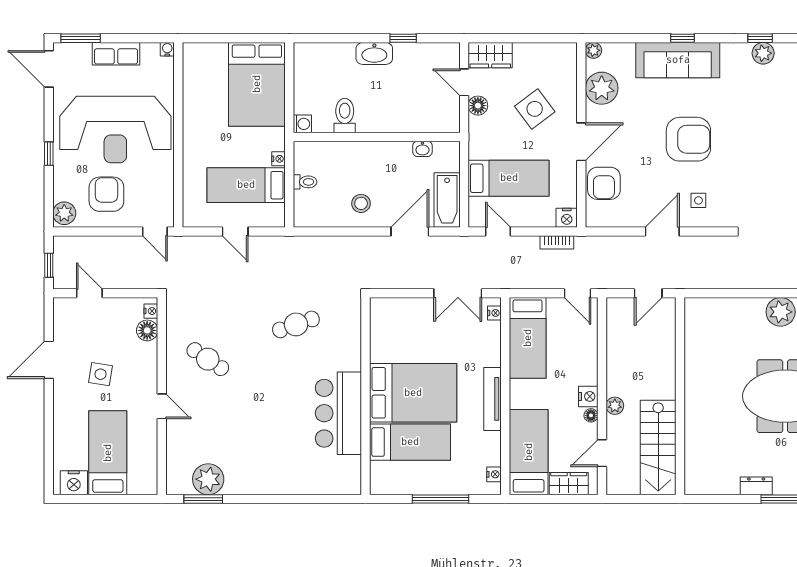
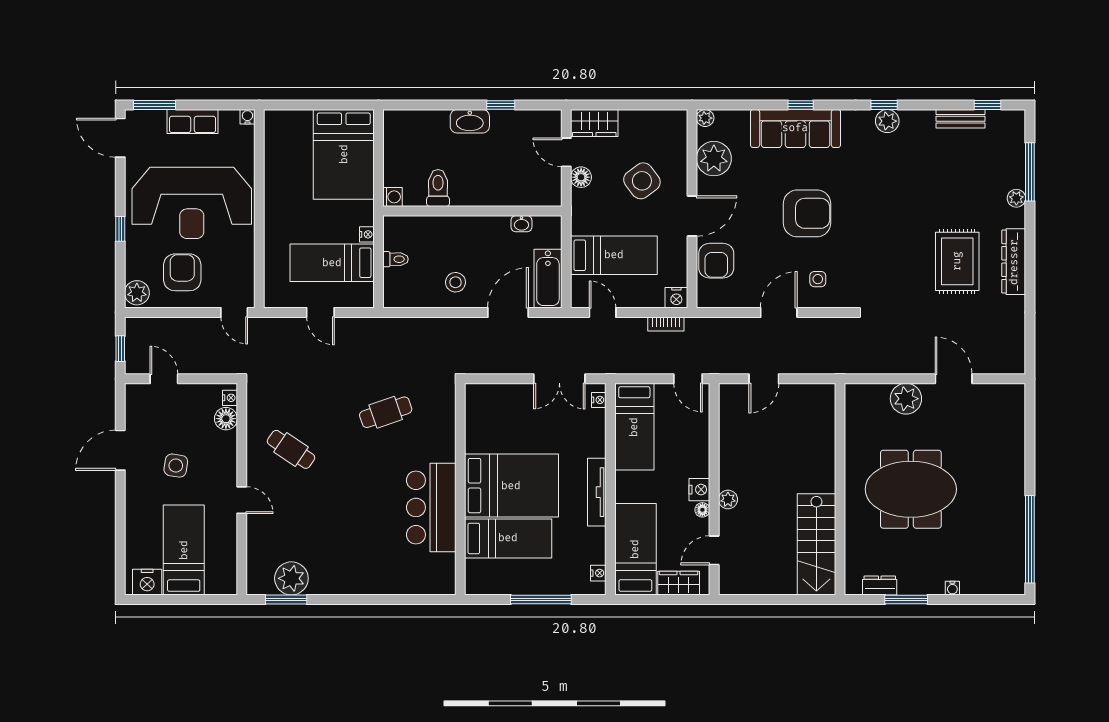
wall: (680, 396) -> (840, 489), moved
stairs: (658, 448) -> (816, 544), moved

